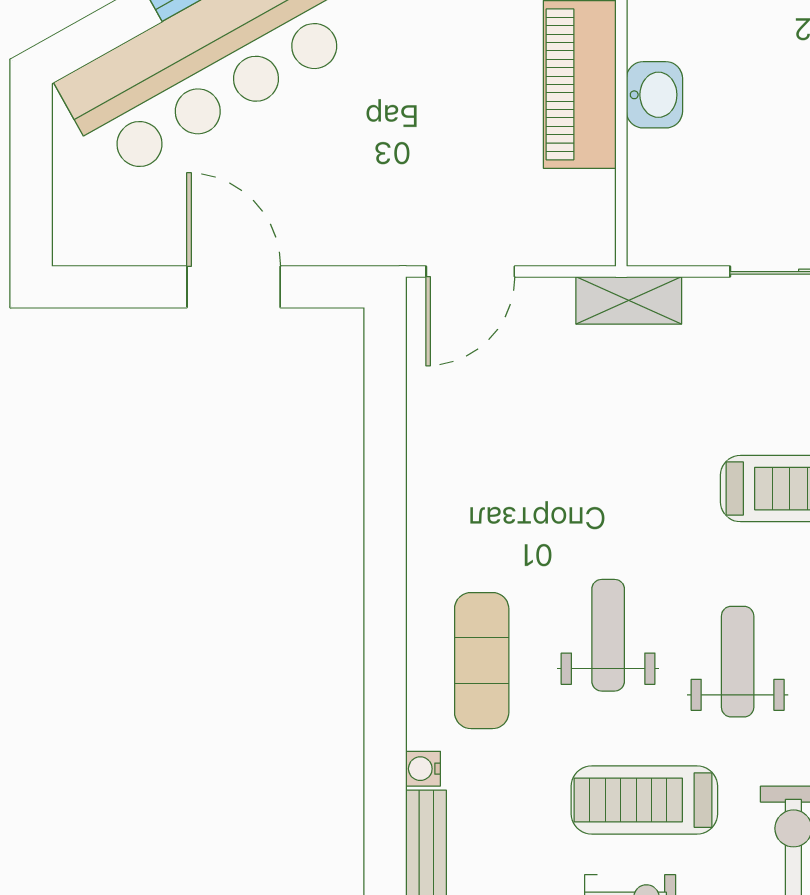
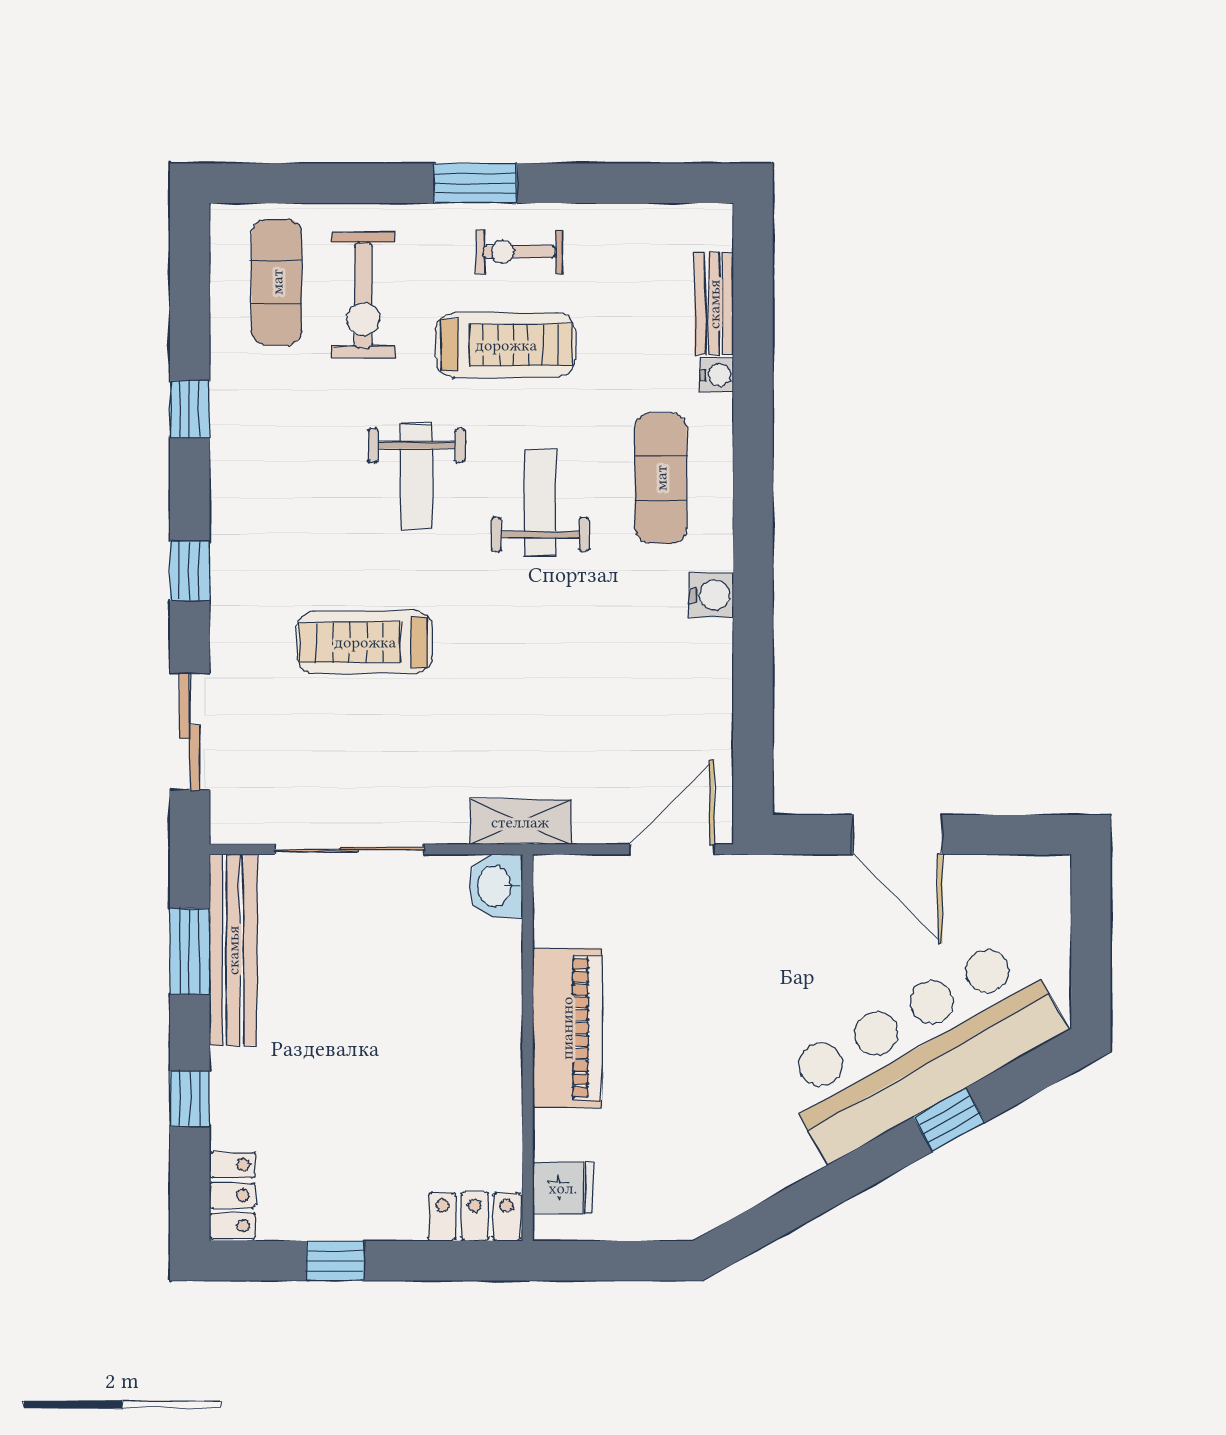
washbasin: (654, 95) -> (496, 886), moved
water cooler: (429, 538) -> (711, 595), added
weight bench: (608, 635) -> (540, 502), turned 180

